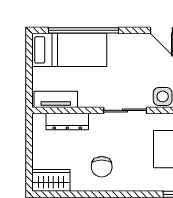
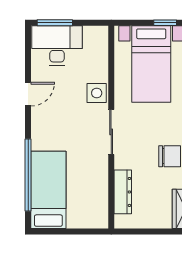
tv unit: (56, 99) -> (100, 204), removed

